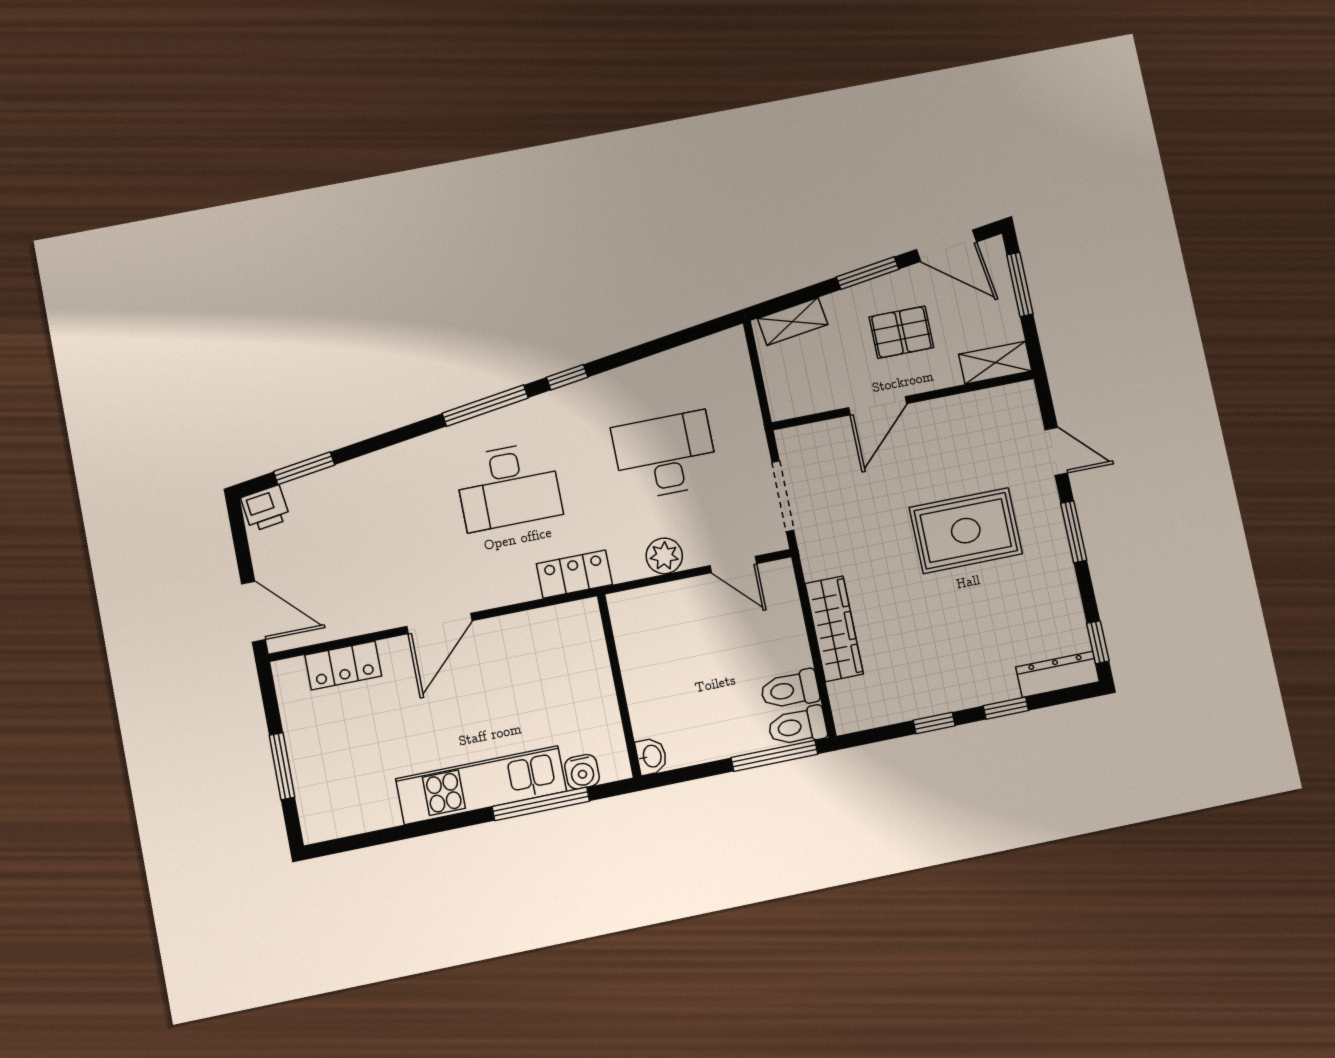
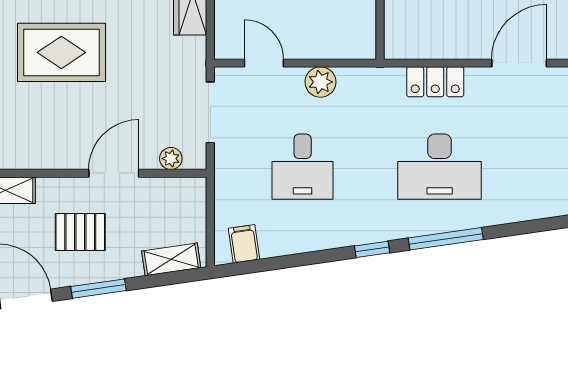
filing cabinet: (714, 355) -> (244, 244), added
plant: (817, 435) -> (171, 159), added
desk: (665, 455) -> (303, 167), width x0.73
desk: (508, 486) -> (440, 167), turned 180
locker: (574, 574) -> (435, 82), moved

